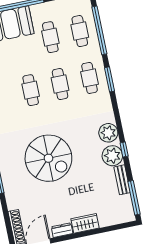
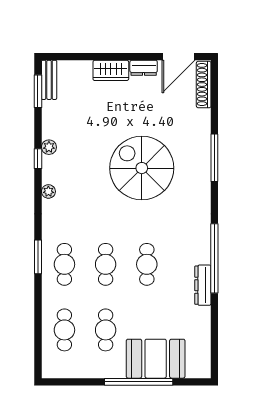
window: (99, 30) -> (38, 325), removed
plant: (108, 133) -> (48, 191), width x0.53, depth x0.53
plant: (112, 156) -> (49, 147), width x0.53, depth x0.53
bench: (122, 180) -> (49, 80), moved
window: (134, 198) -> (38, 91), width x0.69

